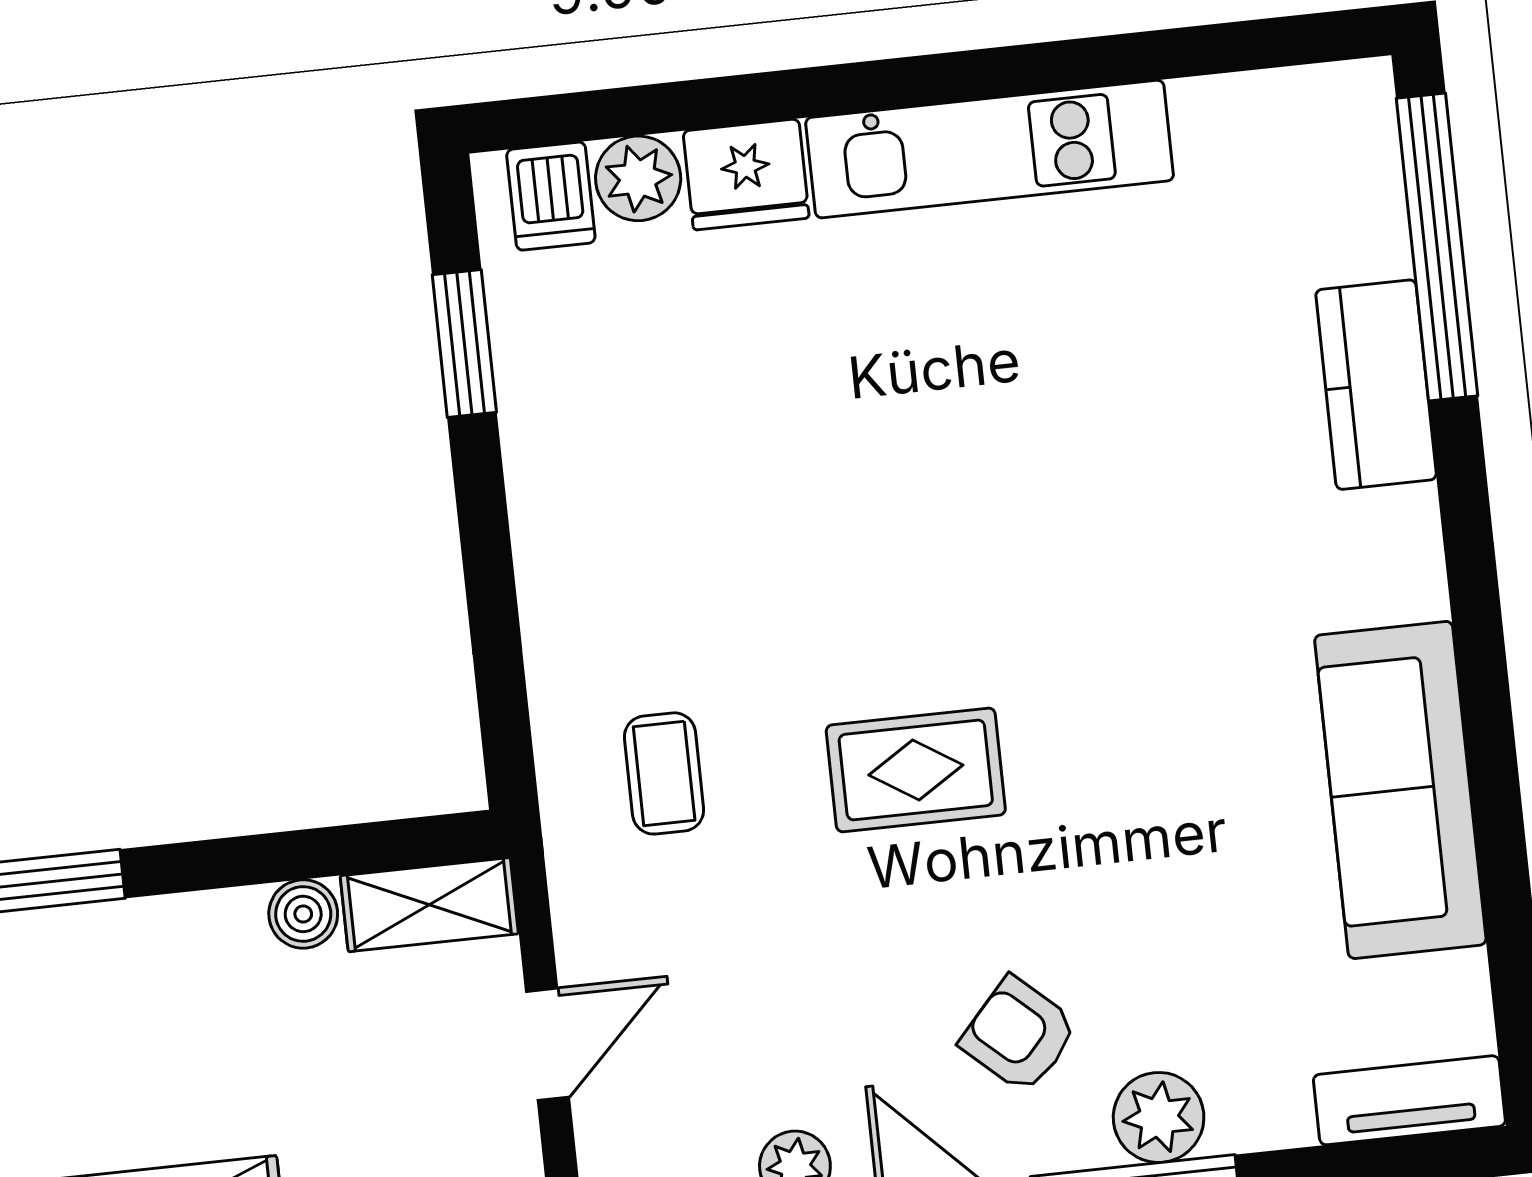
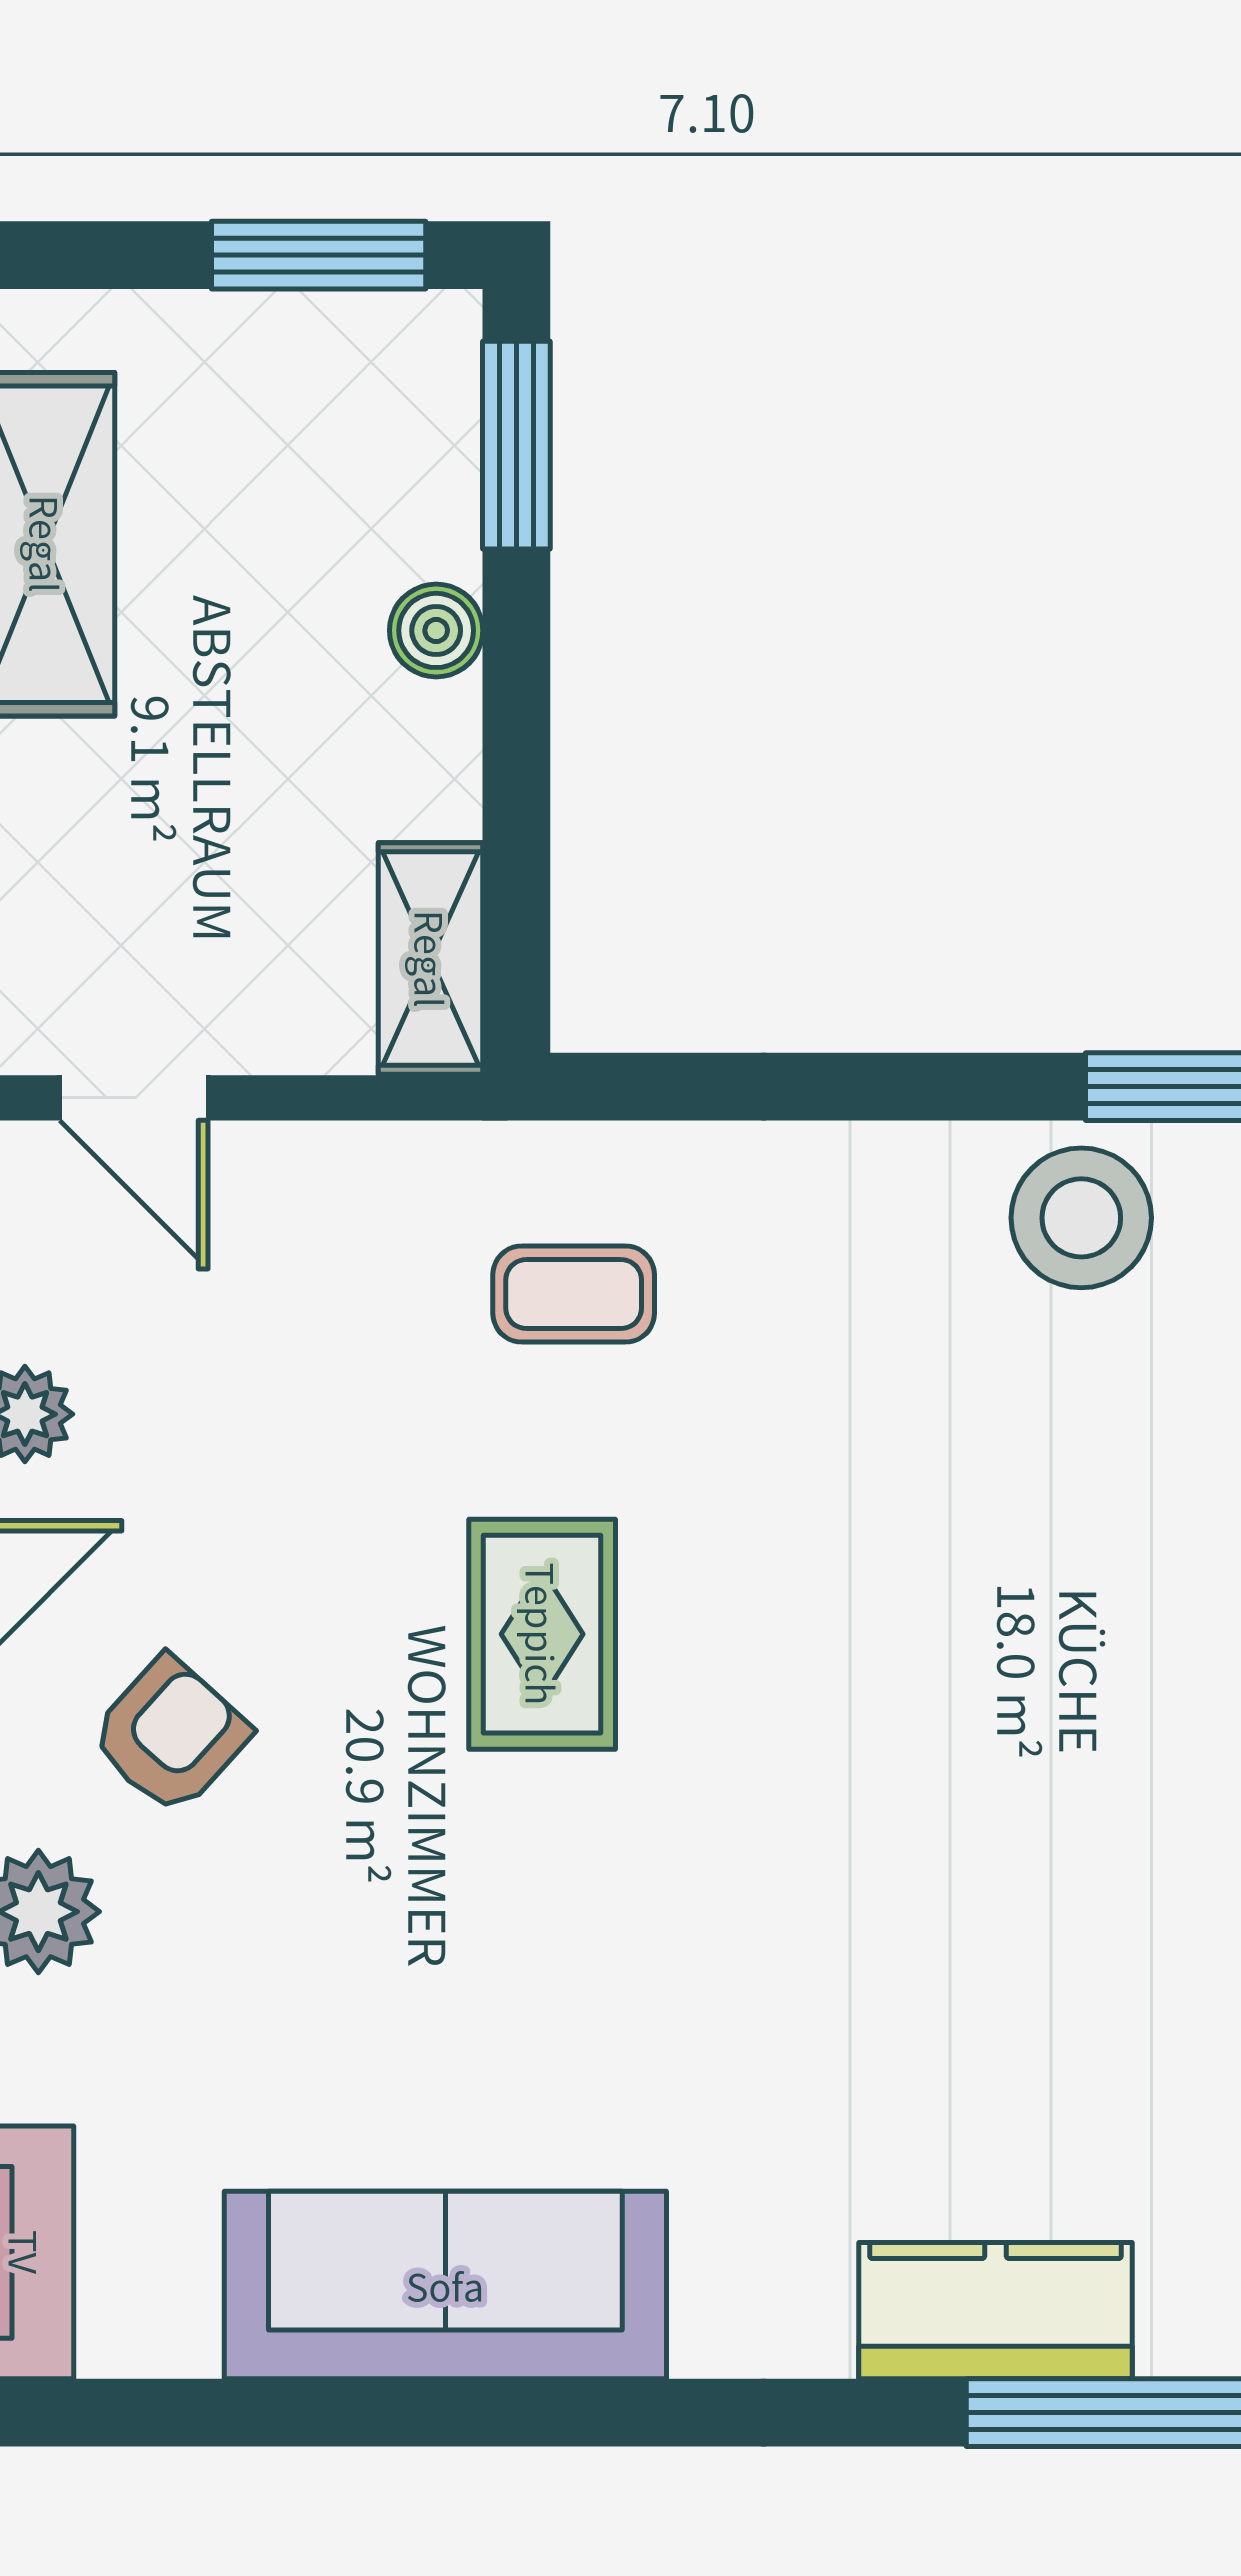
stool: (568, 407) -> (1081, 1218), added
boiler: (303, 914) -> (436, 630), moved
door: (548, 1044) -> (134, 1098), moved

